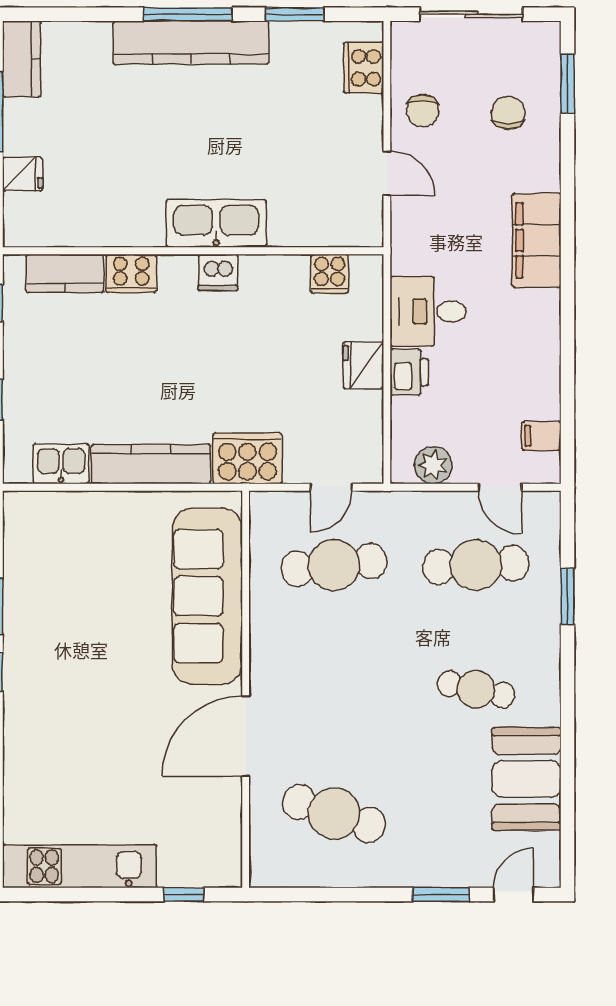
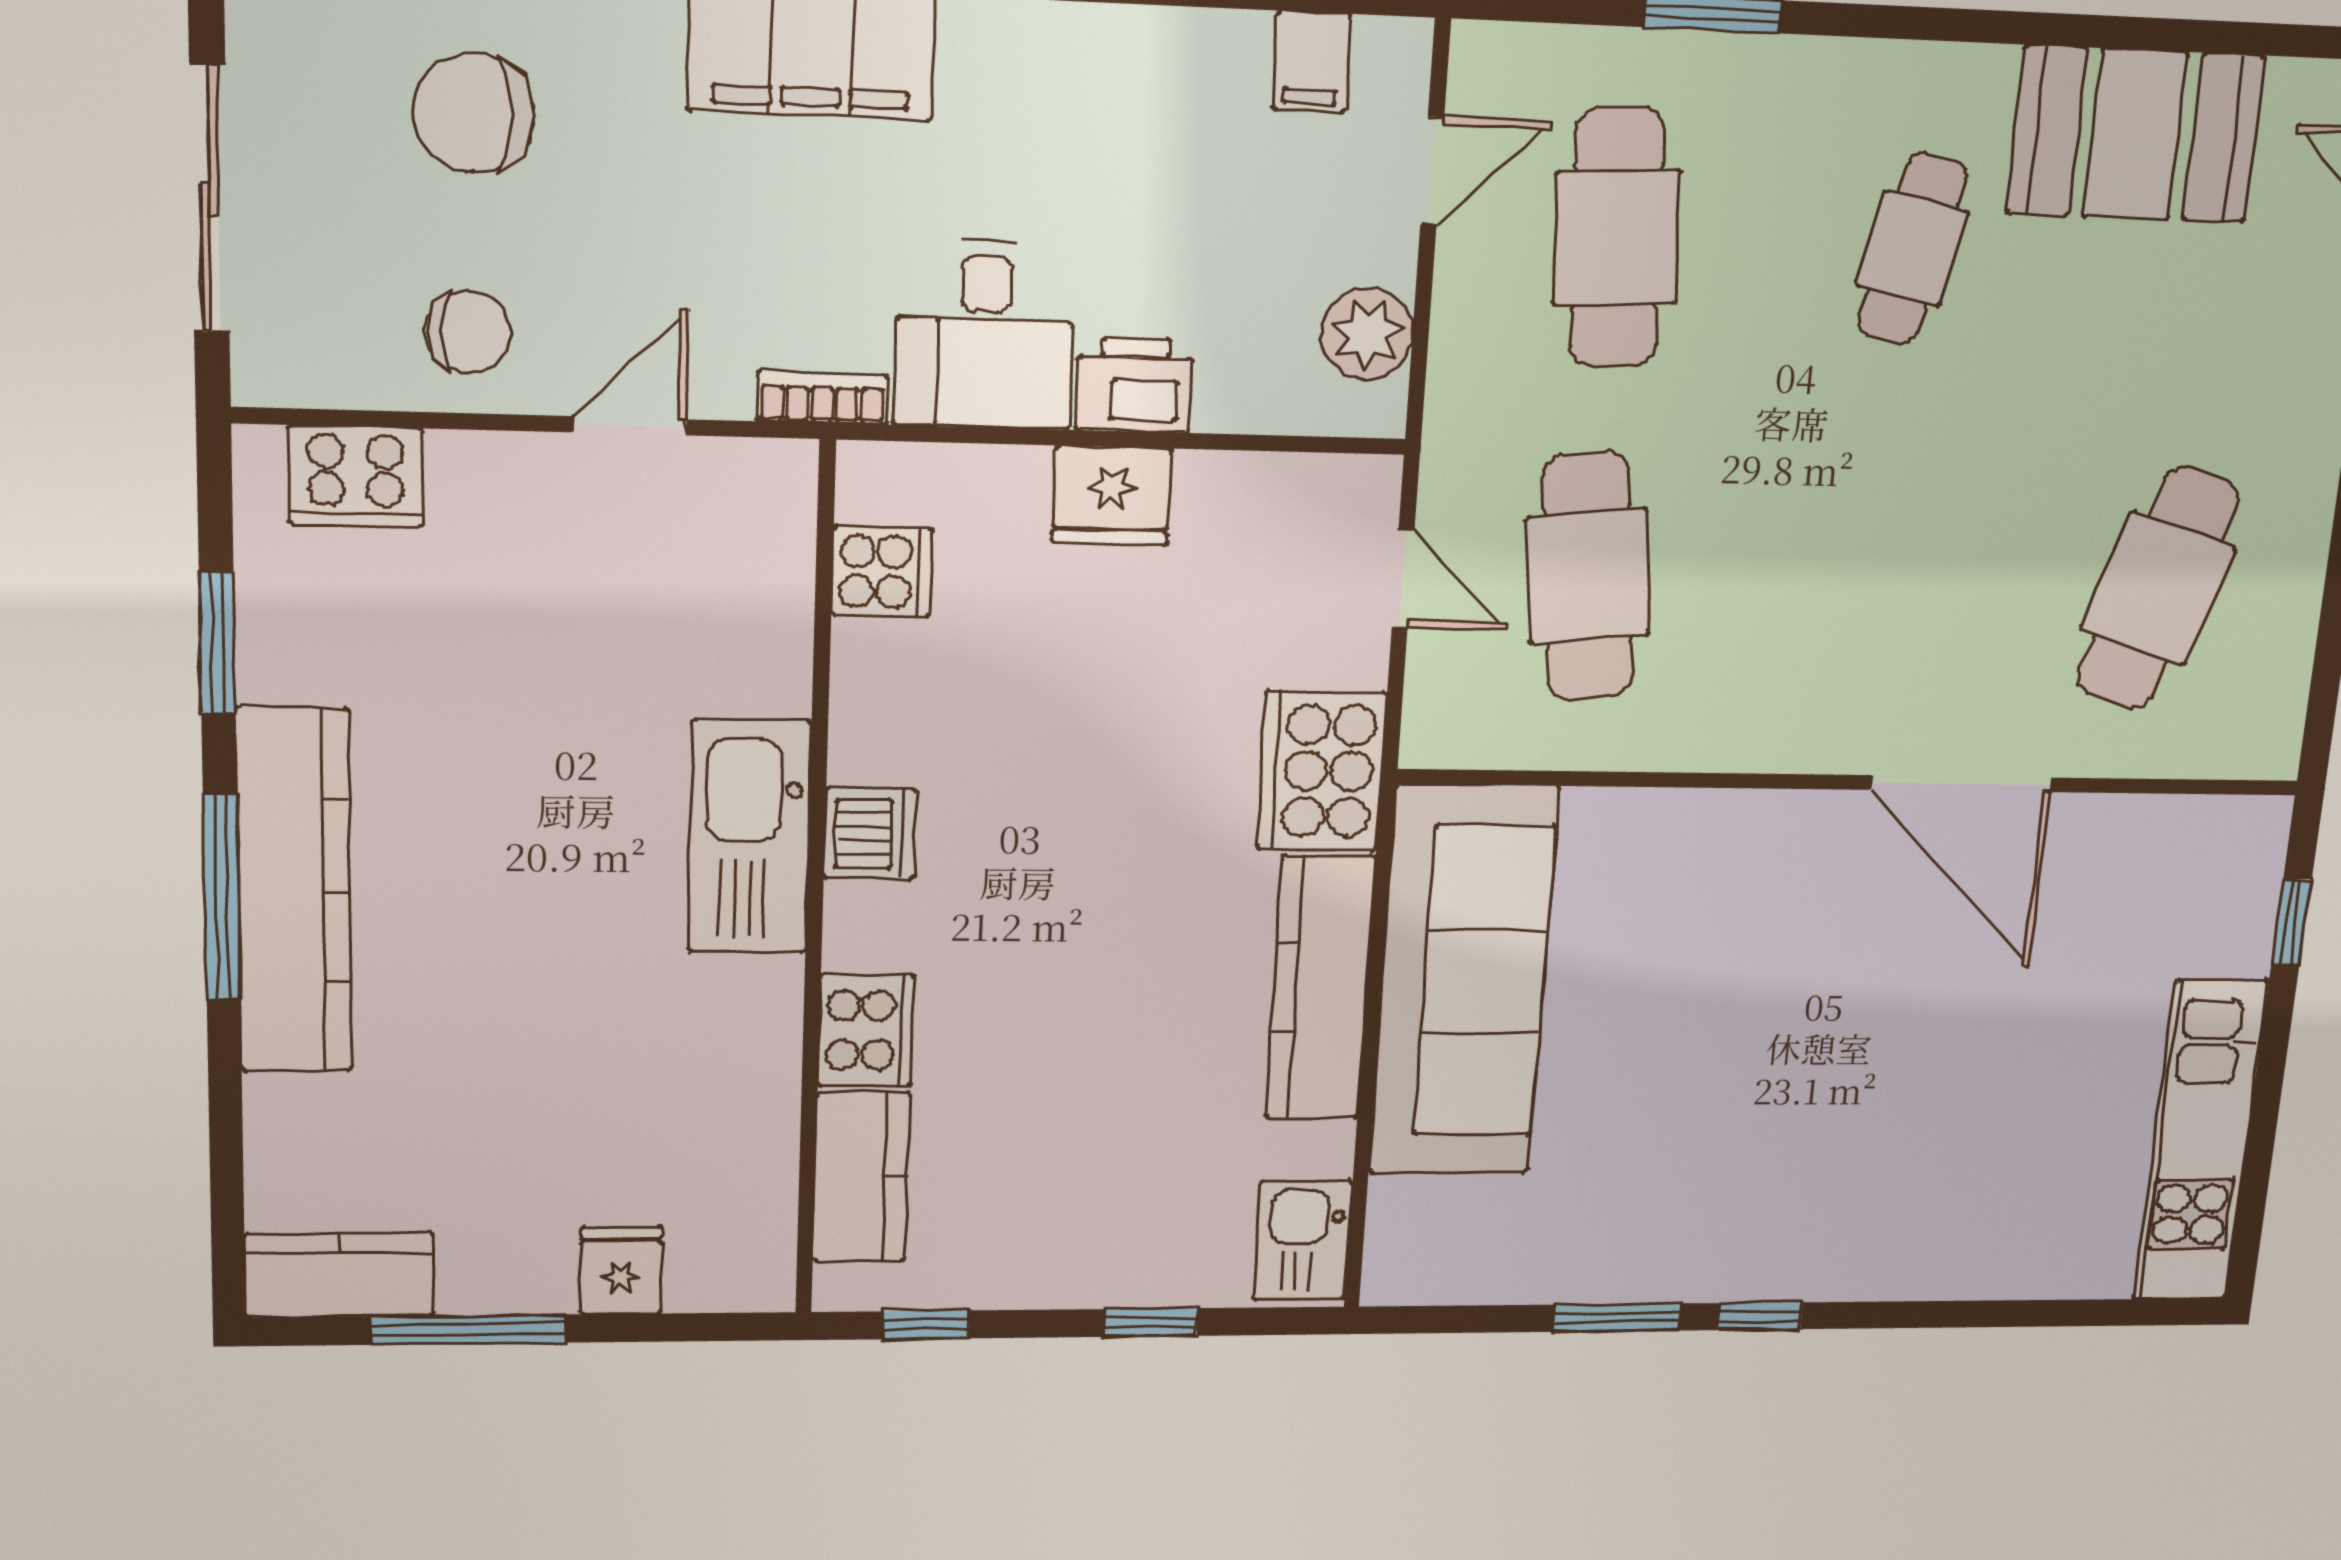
chair: (508, 113) -> (474, 113), width x1.37, depth x1.37
bookcase: (400, 248) -> (823, 398), added
kitchen sink: (61, 464) -> (1303, 1240), moved
sofa: (207, 596) -> (1463, 981), moved, turned -90

